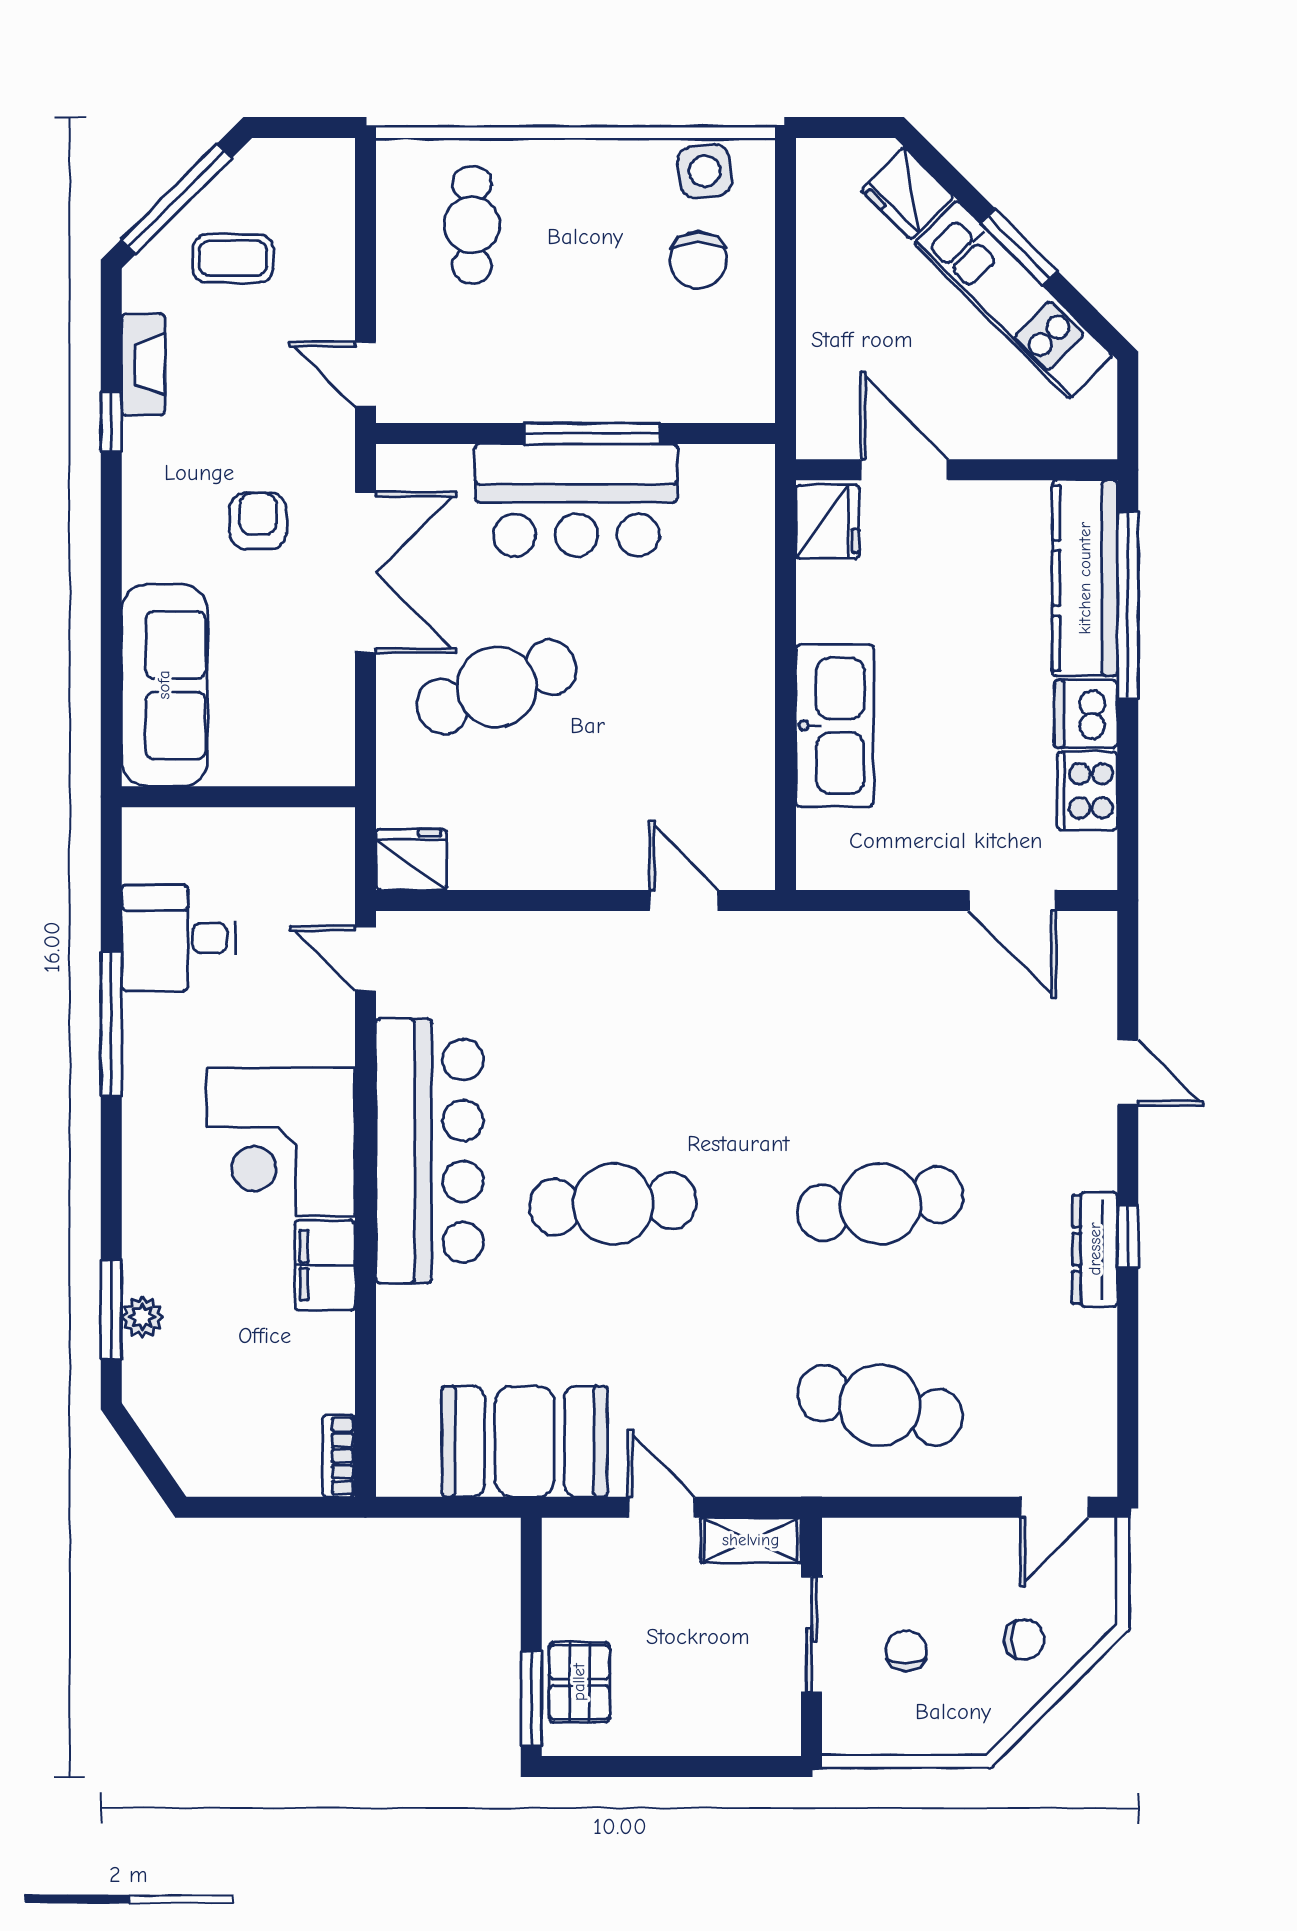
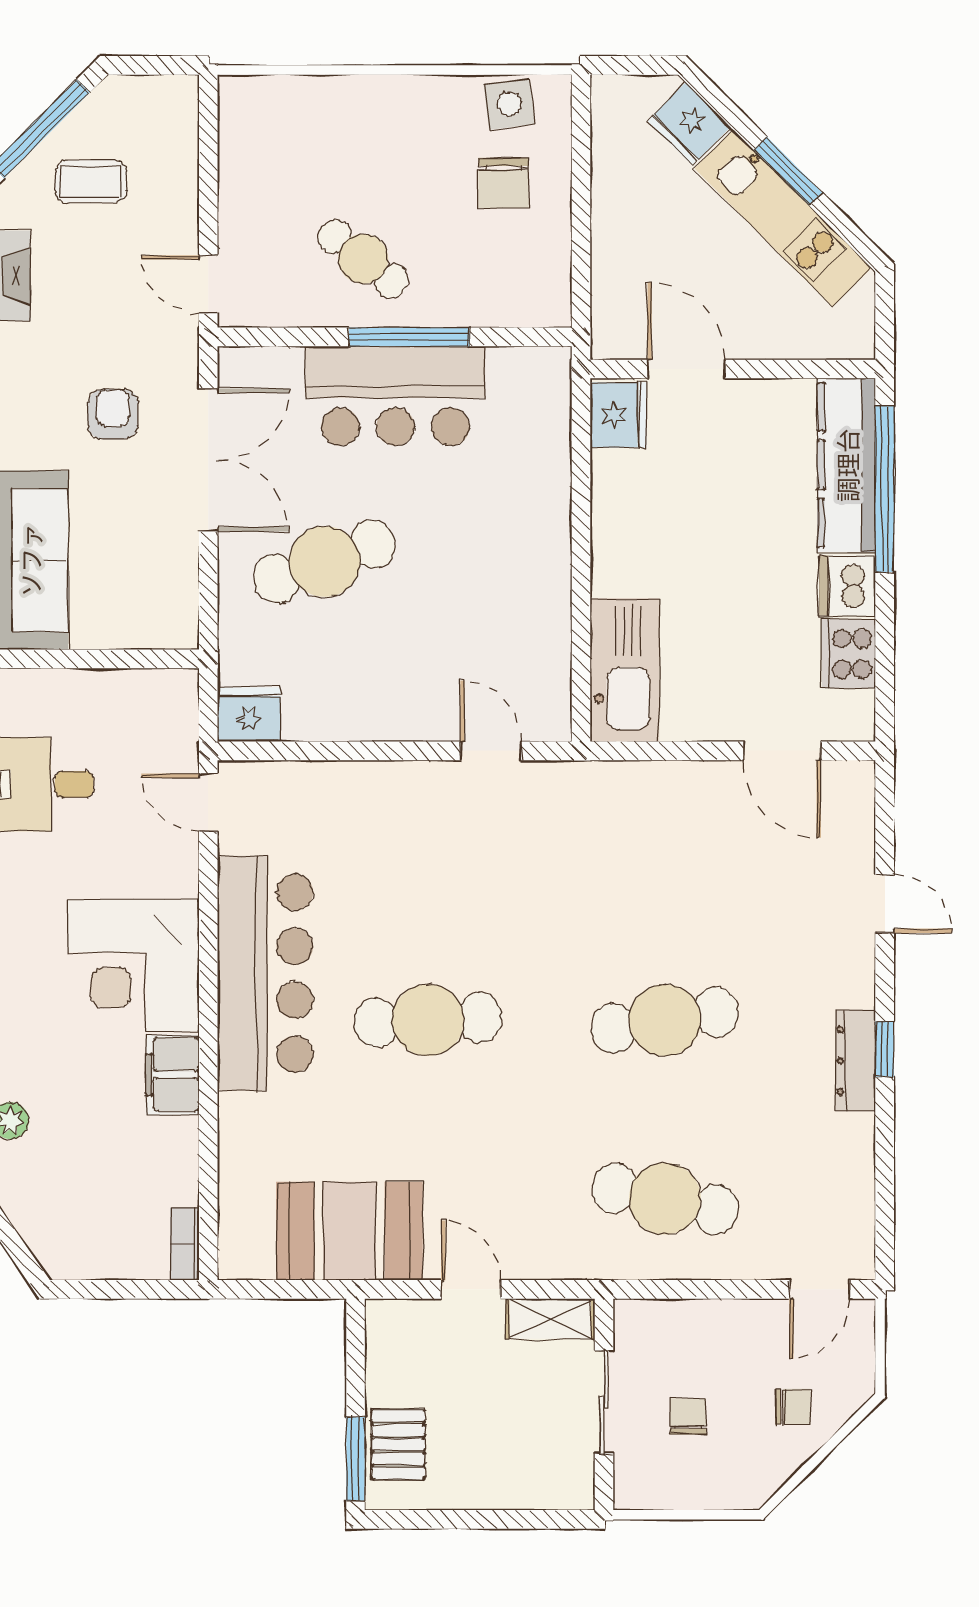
cafe table: (472, 225) -> (363, 259), moved, turned -52
kitchen sink: (835, 726) -> (625, 670), moved

